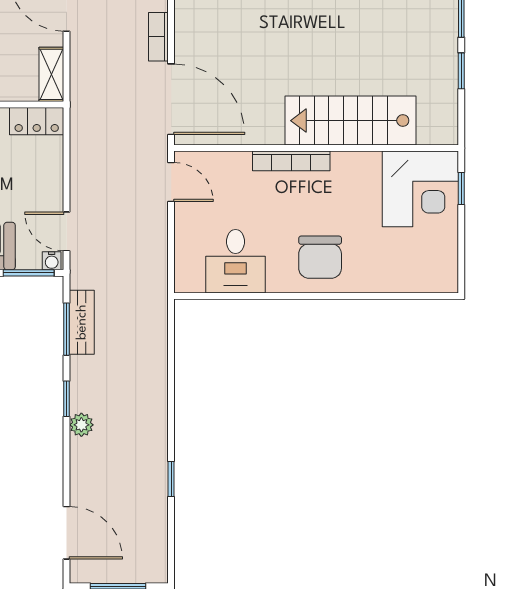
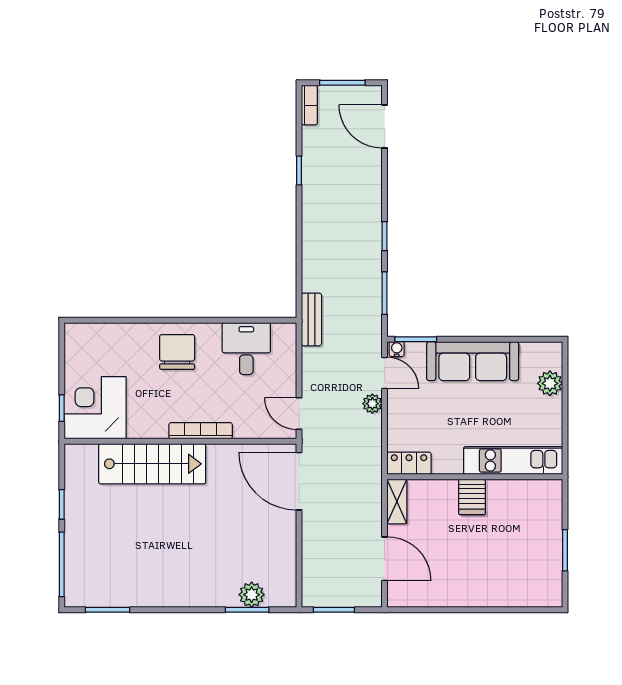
bookcase: (158, 37) -> (309, 105), moved
bench: (82, 322) -> (311, 319), moved
plant: (81, 425) -> (372, 404), moved

